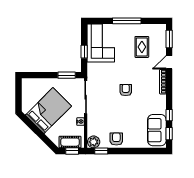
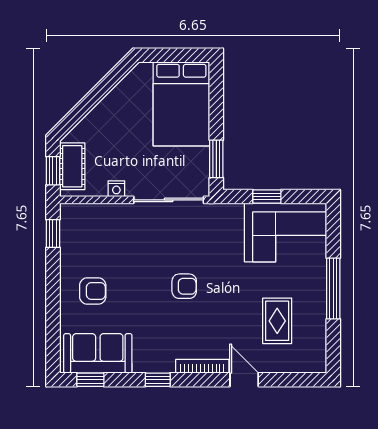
window: (169, 39) -> (294, 380), removed
rug: (142, 47) -> (277, 321), turned 90
bed: (48, 111) -> (181, 104), moved, turned 45
window: (169, 115) -> (158, 380), moved
armchair: (116, 139) -> (93, 291), moved
plant: (94, 142) -> (73, 217), removed

